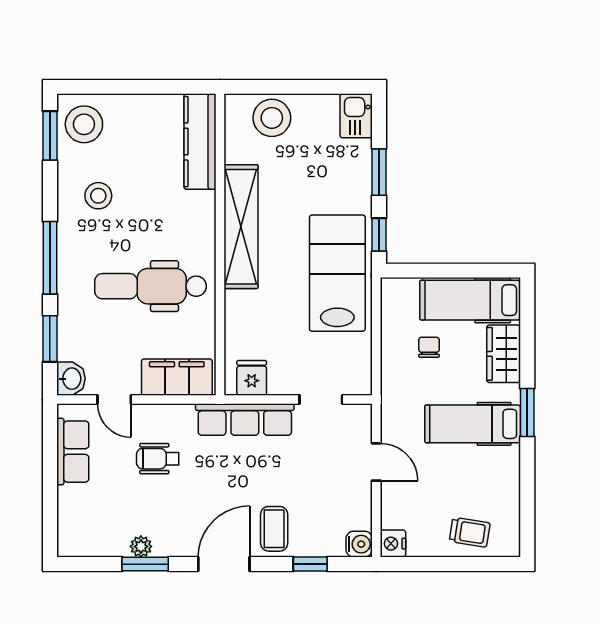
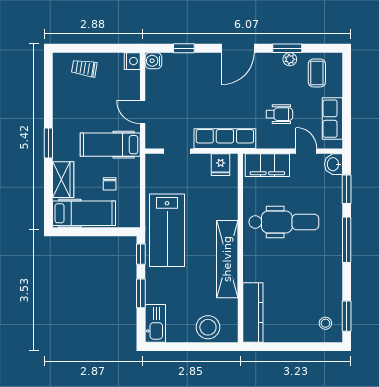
kitchen sink: (356, 116) -> (155, 323), width x1.38
stool: (84, 124) -> (325, 323), width x0.53, depth x0.53
stool: (98, 196) -> (316, 279), removed
hospital bed: (473, 424) -> (110, 145), moved, turned 180
coffee table: (274, 529) -> (317, 73), moved

